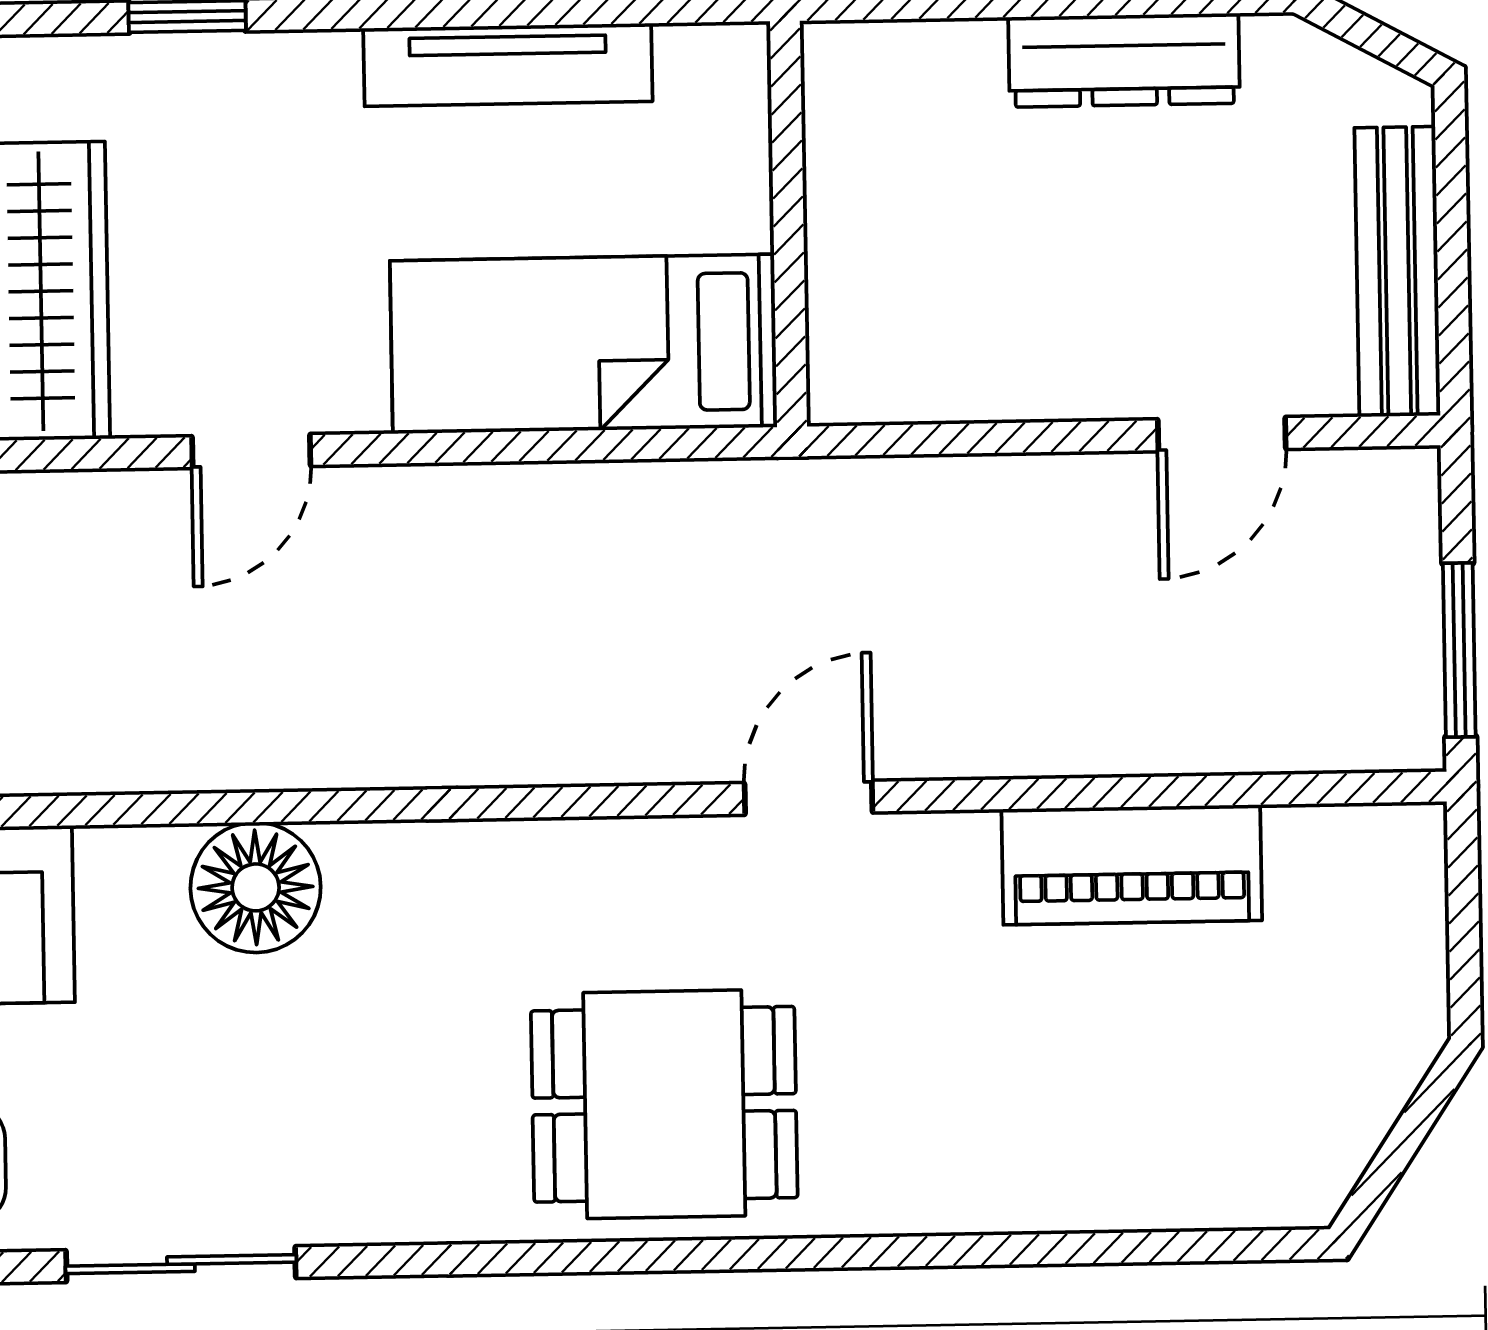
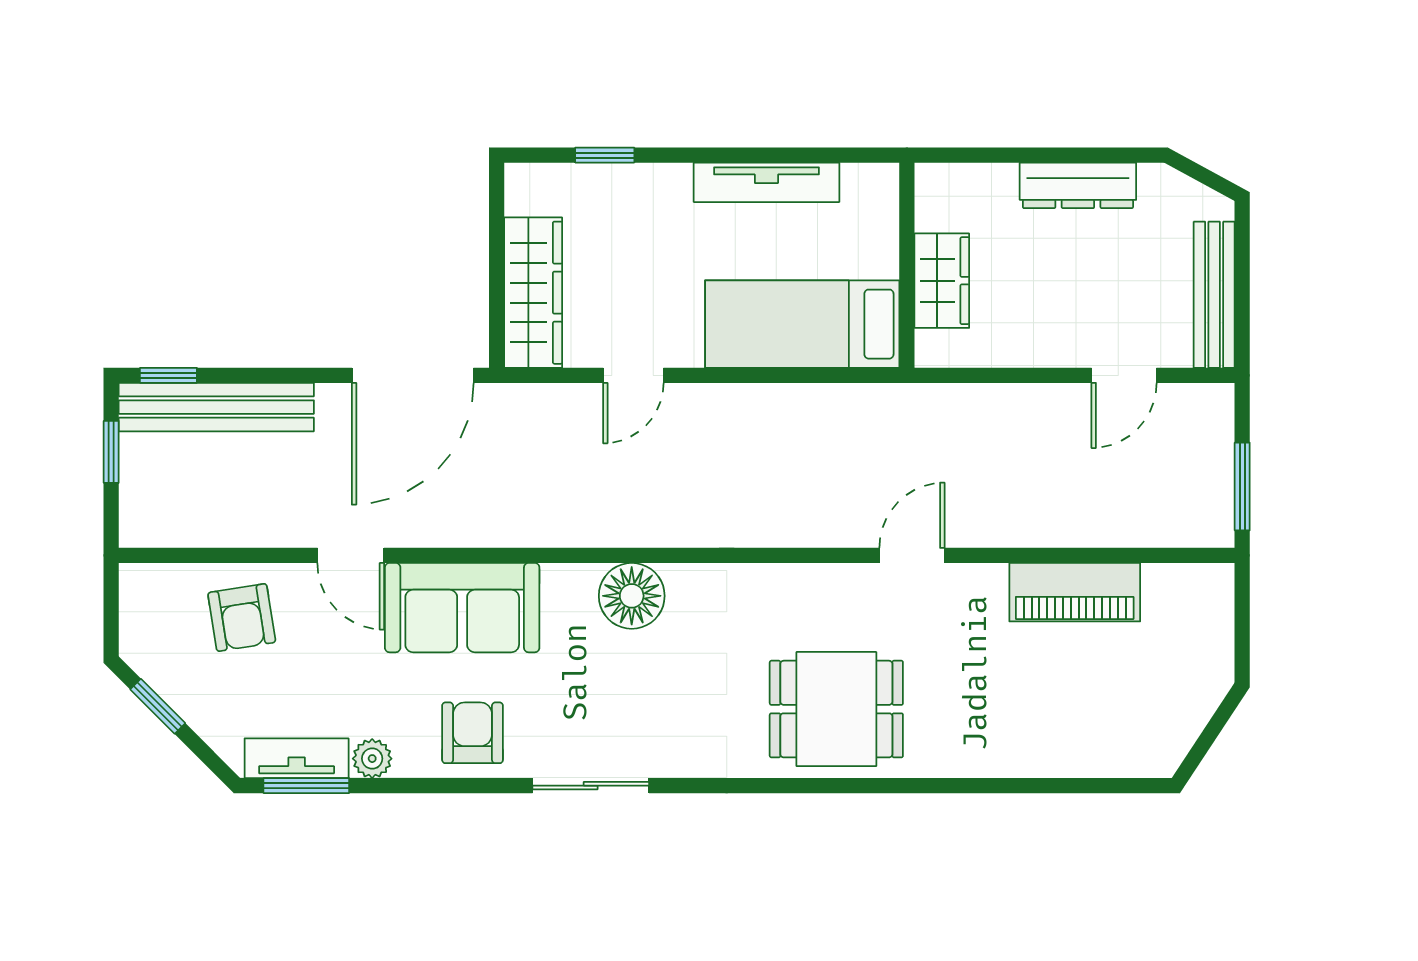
wardrobe: (858, 253) -> (942, 281), added

